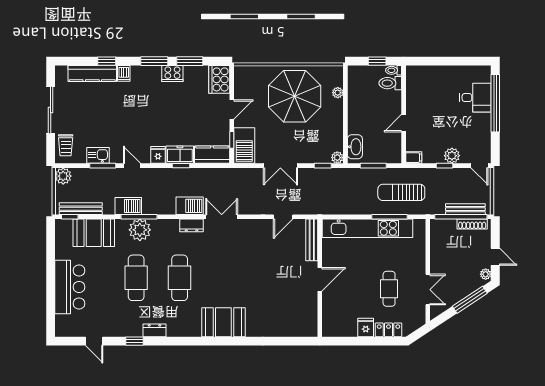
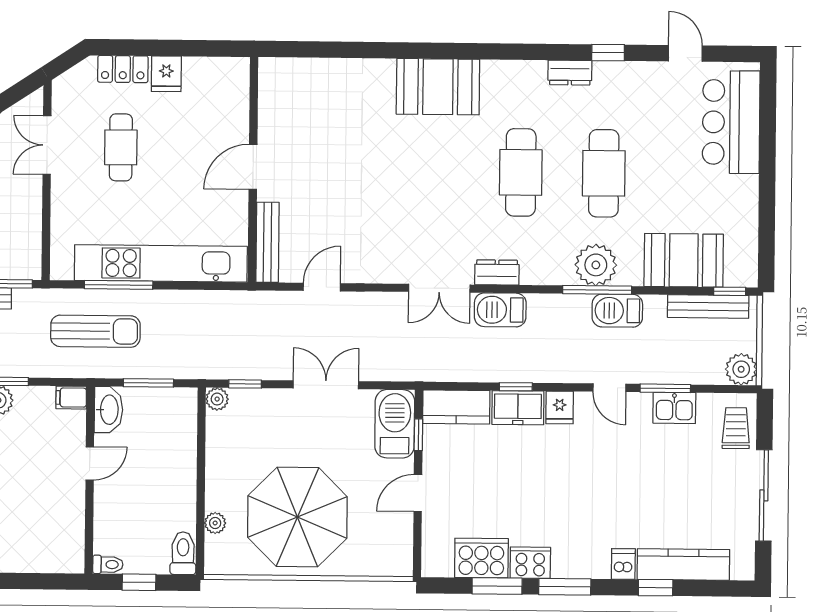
cooker: (219, 79) -> (481, 558), moved, turned -90
toilet: (390, 83) -> (183, 553), moved, turned -90
washbasin: (355, 147) -> (108, 410), moved, turned 180
bar counter: (70, 287) -> (731, 122), moved

